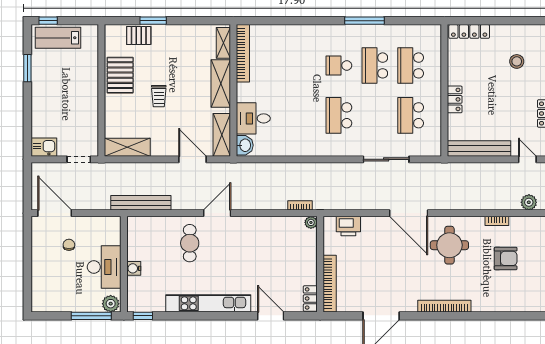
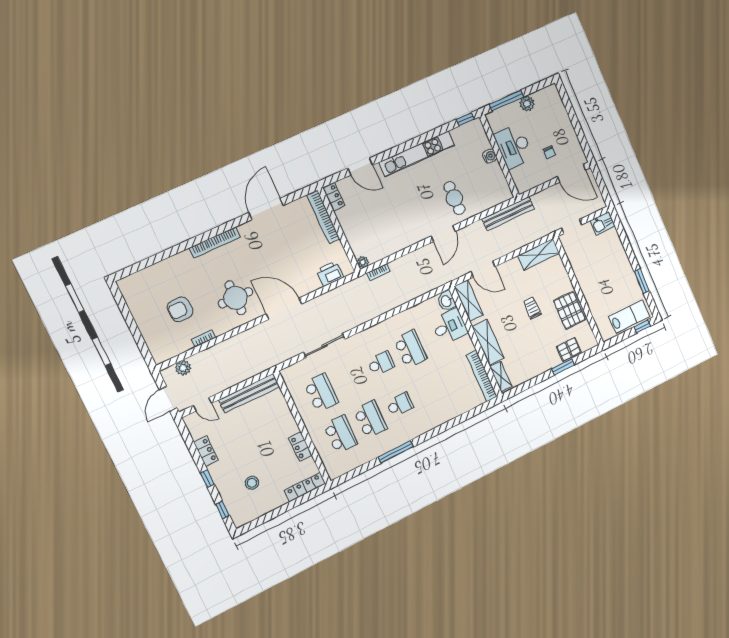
locker: (455, 99) -> (300, 446), moved
school desk: (303, 115) -> (410, 349), added
school desk: (339, 115) -> (381, 363), width x0.54
plant: (111, 304) -> (527, 104), moved

